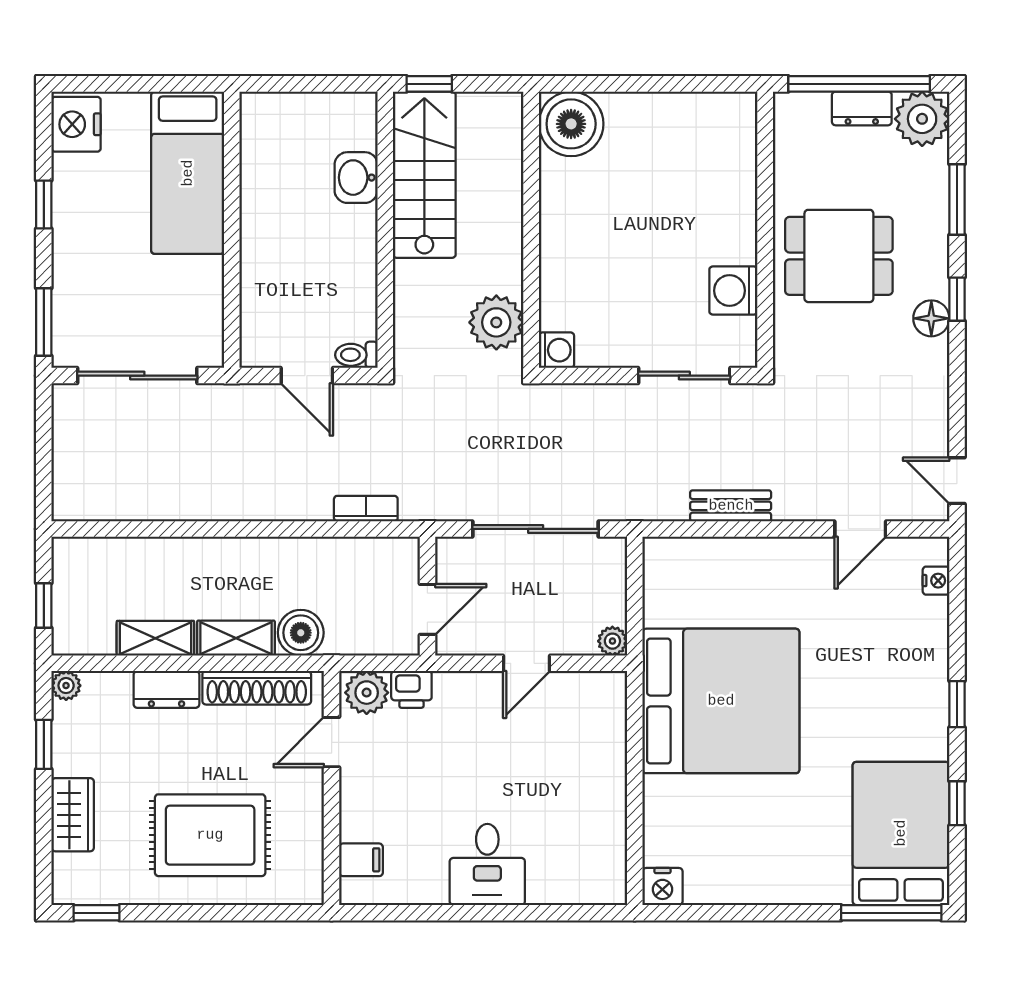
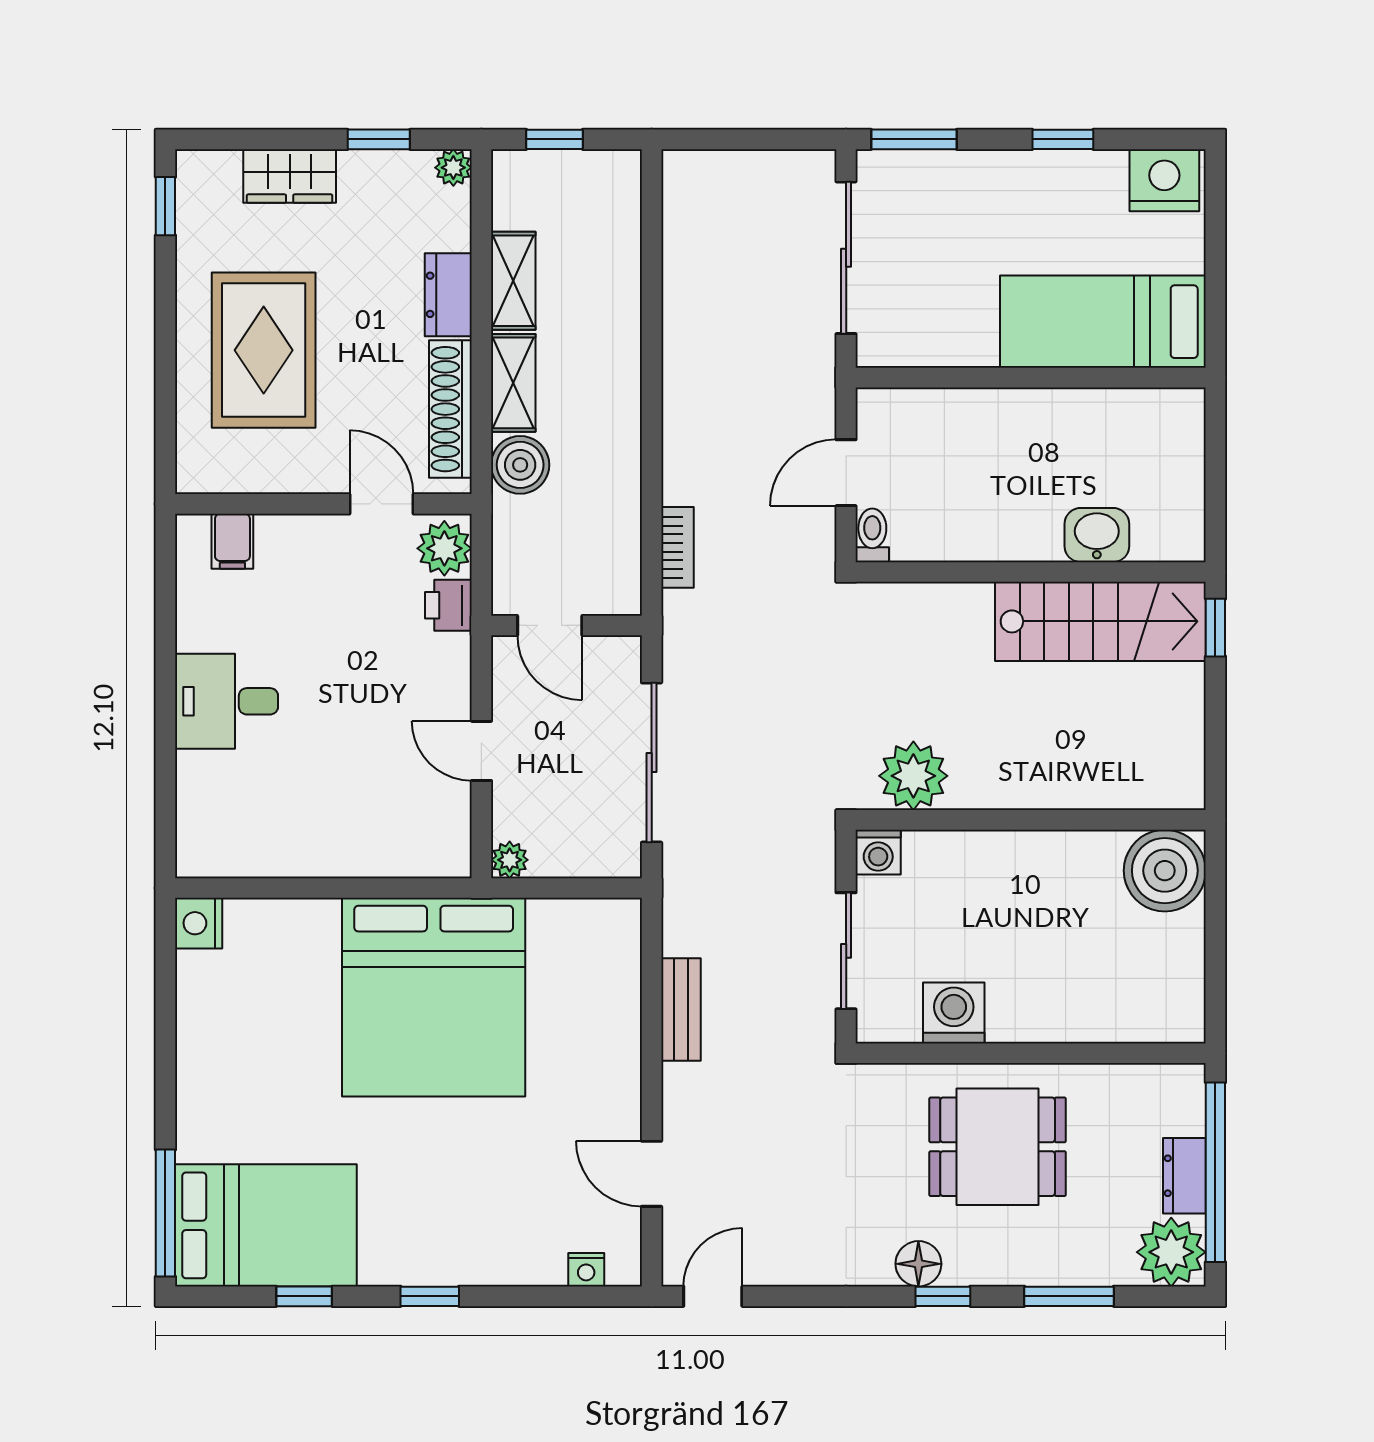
boiler: (571, 124) -> (1165, 871), moved
wall: (531, 230) -> (1031, 820), moved
dining table: (839, 256) -> (998, 1147), turned 90
plant: (496, 322) -> (913, 776), moved
washing machine: (556, 350) -> (878, 852), moved

